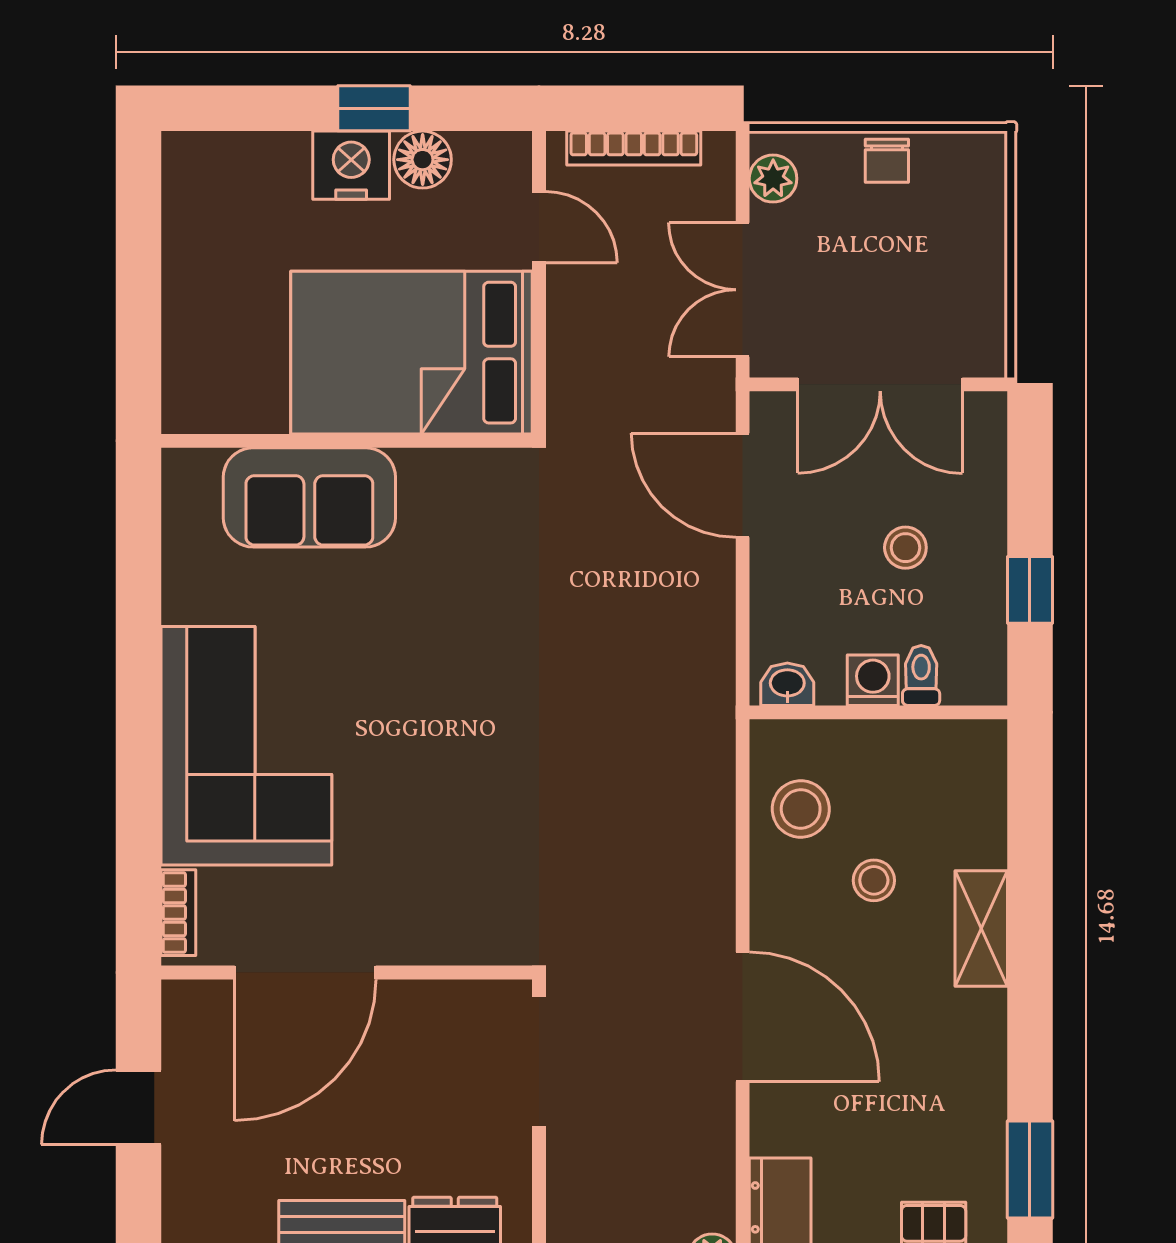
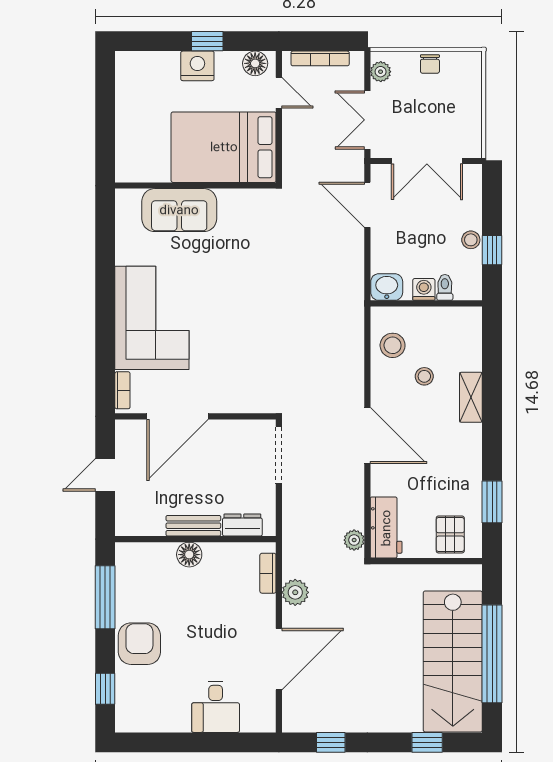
floor lamp: (423, 160) -> (255, 63), moved
stool: (905, 548) -> (471, 240), moved
washbasin: (787, 684) -> (387, 287), width x1.38, depth x1.45

